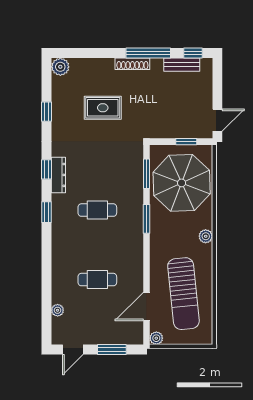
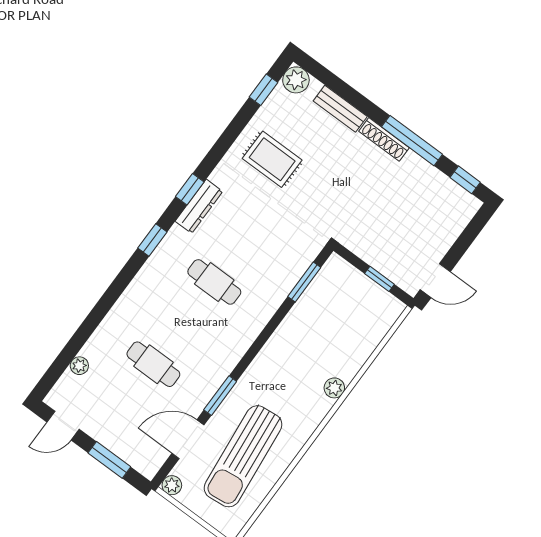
bench: (182, 65) -> (340, 109), moved
rug: (103, 108) -> (272, 159), moved
window: (47, 112) -> (263, 90), moved
parasol: (182, 183) -> (338, 324), removed
window: (146, 219) -> (220, 396), moved
plant: (206, 236) -> (334, 388), moved

